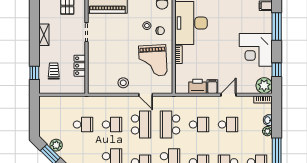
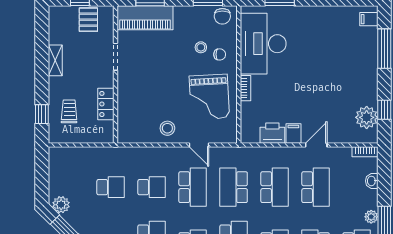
corner desk: (256, 50) -> (355, 82), removed
plant: (264, 86) -> (367, 117), moved
school desk: (199, 125) -> (275, 187), width x1.85
school desk: (228, 125) -> (316, 187), width x1.85
plant: (267, 131) -> (371, 217), moved
plant: (56, 145) -> (61, 205), moved

